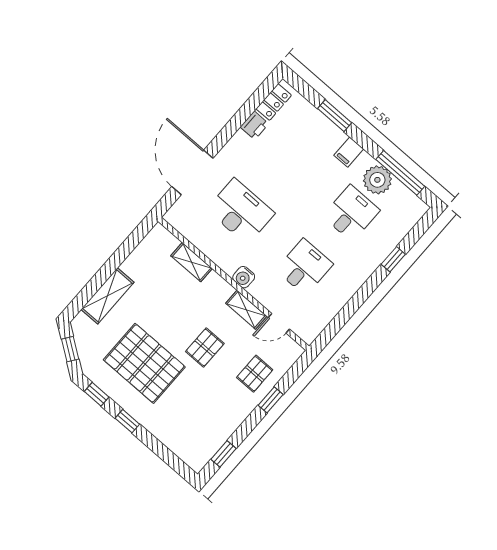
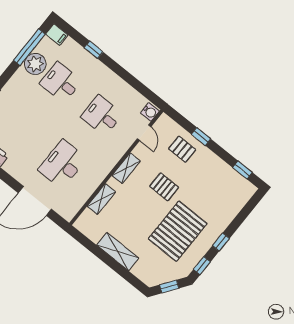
filing cabinet: (349, 152) -> (57, 35), moved
water cooler: (244, 277) -> (150, 112), moved
shelving: (107, 296) -> (118, 252), moved
shelving: (246, 310) -> (126, 168), moved

